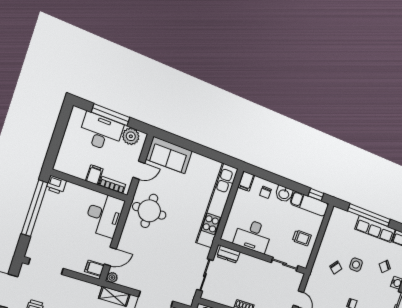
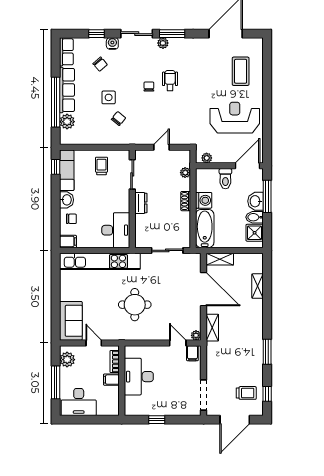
desk: (101, 132) -> (79, 402), moved, turned -90
printer: (56, 185) -> (131, 408), removed
window: (35, 208) -> (157, 420), width x0.32
round table: (149, 211) -> (135, 305), moved
desk: (104, 215) -> (139, 377), moved, turned -90
plant: (350, 220) -> (67, 122), added
desk: (253, 236) -> (116, 230), moved
dresser: (228, 254) -> (141, 203), moved

